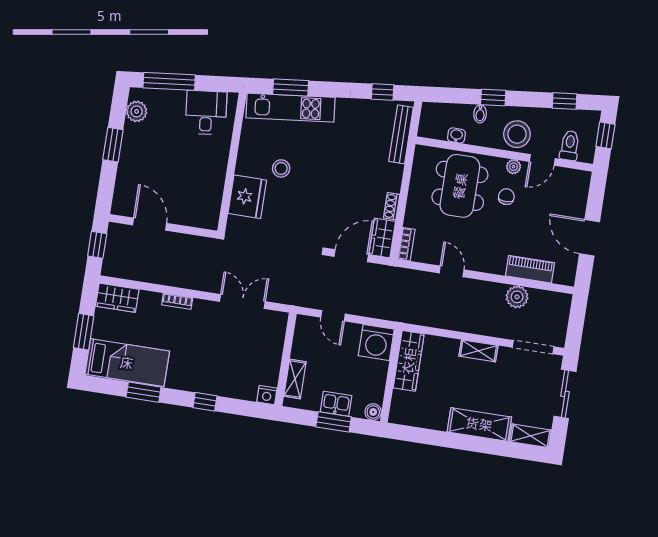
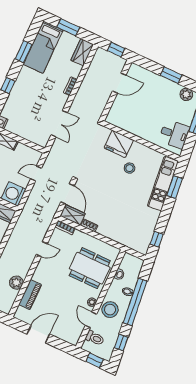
window: (493, 98) -> (135, 302), width x3.17
bench: (401, 134) -> (129, 243), removed
chair: (506, 197) -> (76, 293), removed

